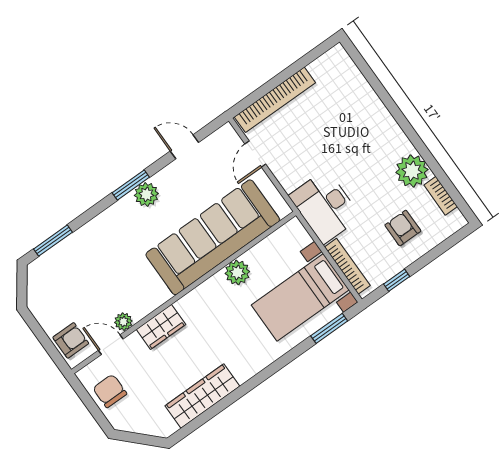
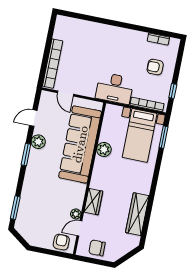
plant: (412, 171) -> (137, 40), removed
plant: (146, 194) -> (38, 142), moved

